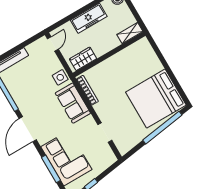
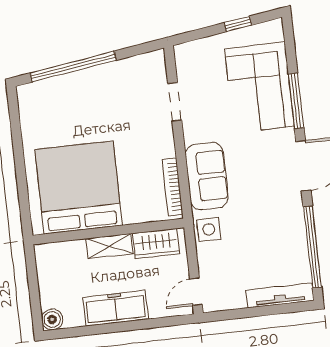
shelving: (130, 33) -> (109, 246), moved
bed: (156, 99) -> (79, 187), moved, turned -90
window: (51, 169) -> (296, 101), moved

